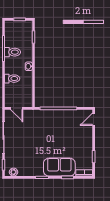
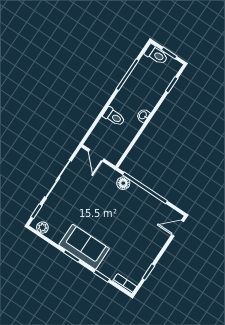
toilet: (13, 52) -> (156, 55), moved
floor lamp: (44, 114) -> (123, 183), added
sofa: (59, 167) -> (84, 247), moved

